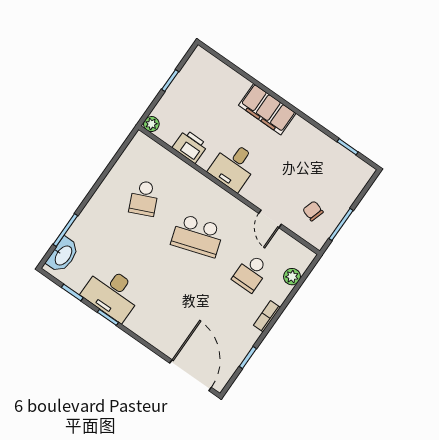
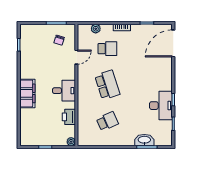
washbasin: (63, 255) -> (144, 140), moved

